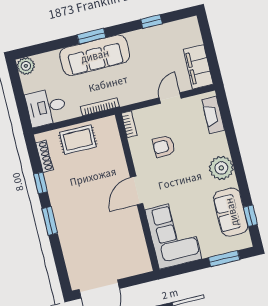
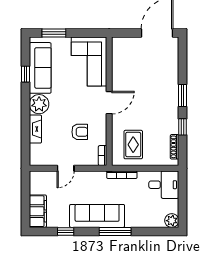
window: (91, 36) -> (115, 231), width x1.44
sofa: (95, 55) -> (97, 216), moved
filing cabinet: (198, 67) -> (38, 211), moved
fireplace: (213, 115) -> (35, 129), moved
rug: (78, 140) -> (133, 145), moved, turned 90
sofa: (231, 212) -> (40, 68), width x1.36
window: (250, 216) -> (25, 74), moved

